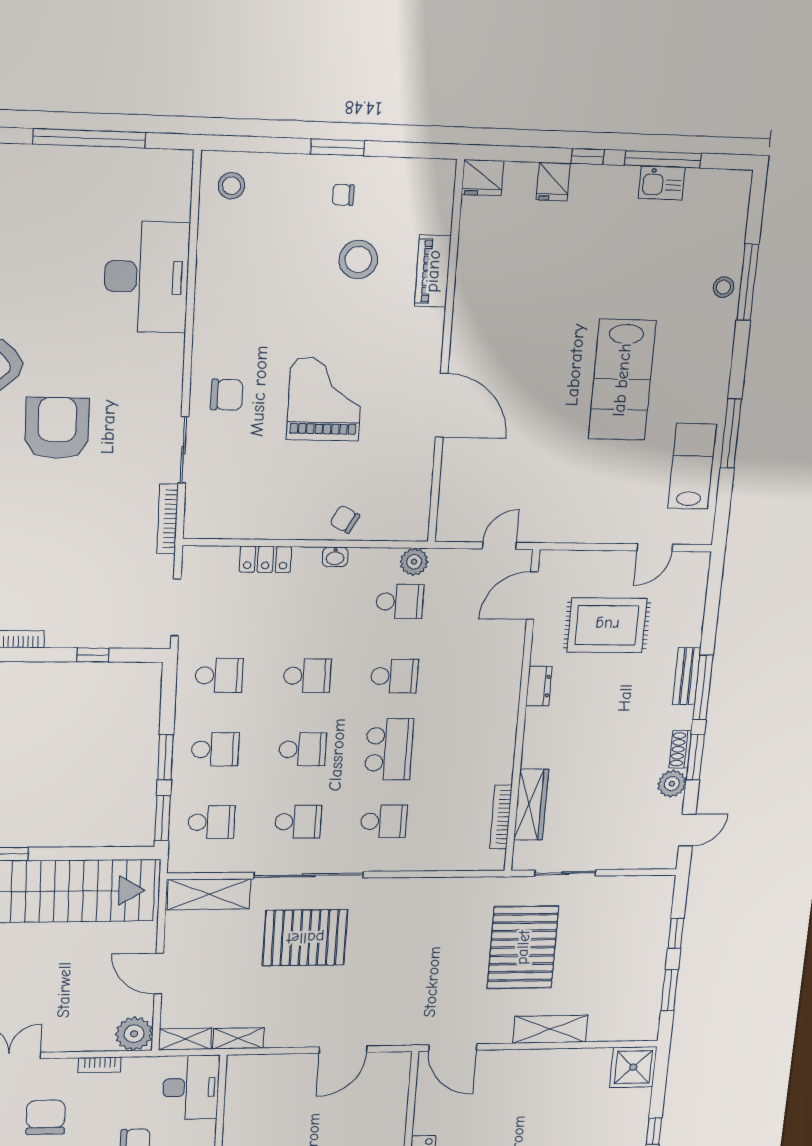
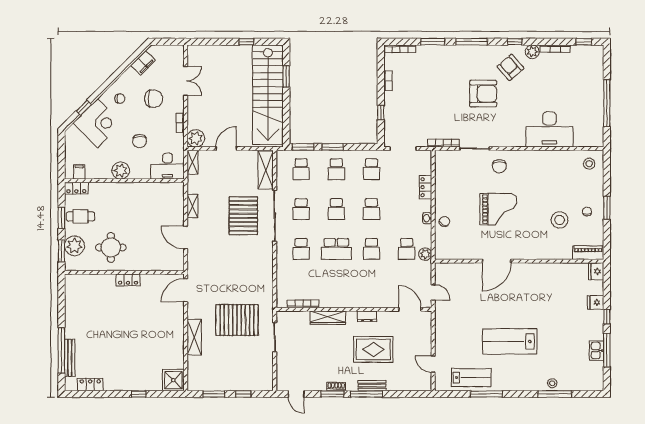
piano: (433, 271) -> (588, 253), moved
rug: (607, 625) -> (373, 349), moved, turned 90
plant: (672, 784) -> (319, 384), removed
wardrobe: (531, 805) -> (328, 318), moved
shelving: (238, 1038) -> (192, 206), moved

